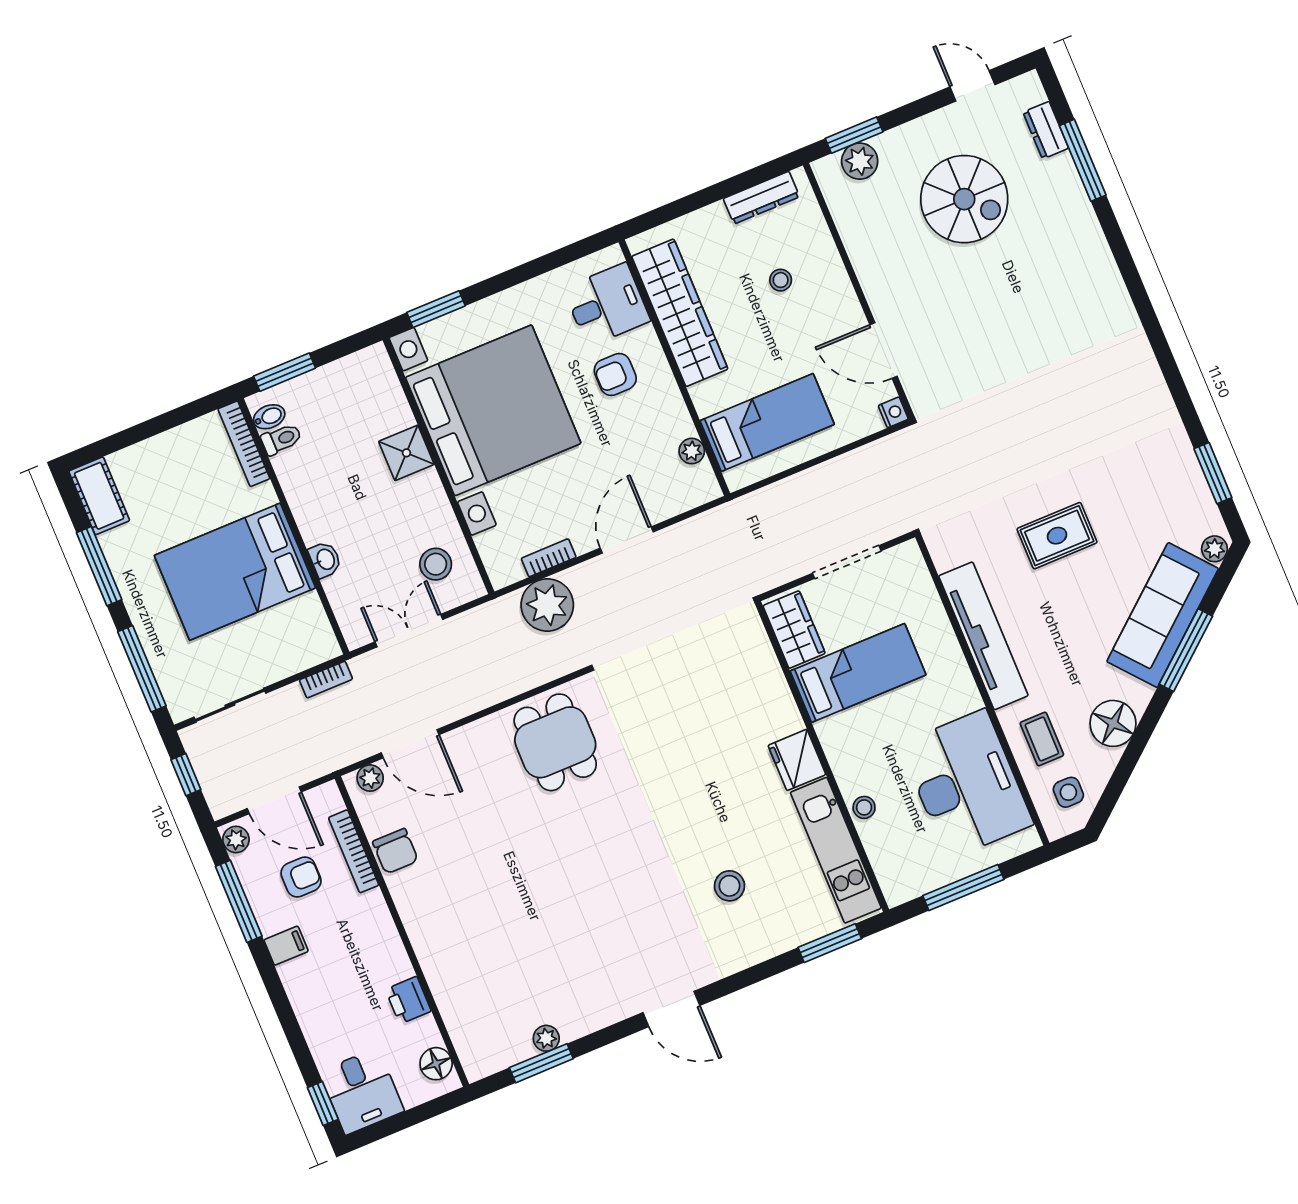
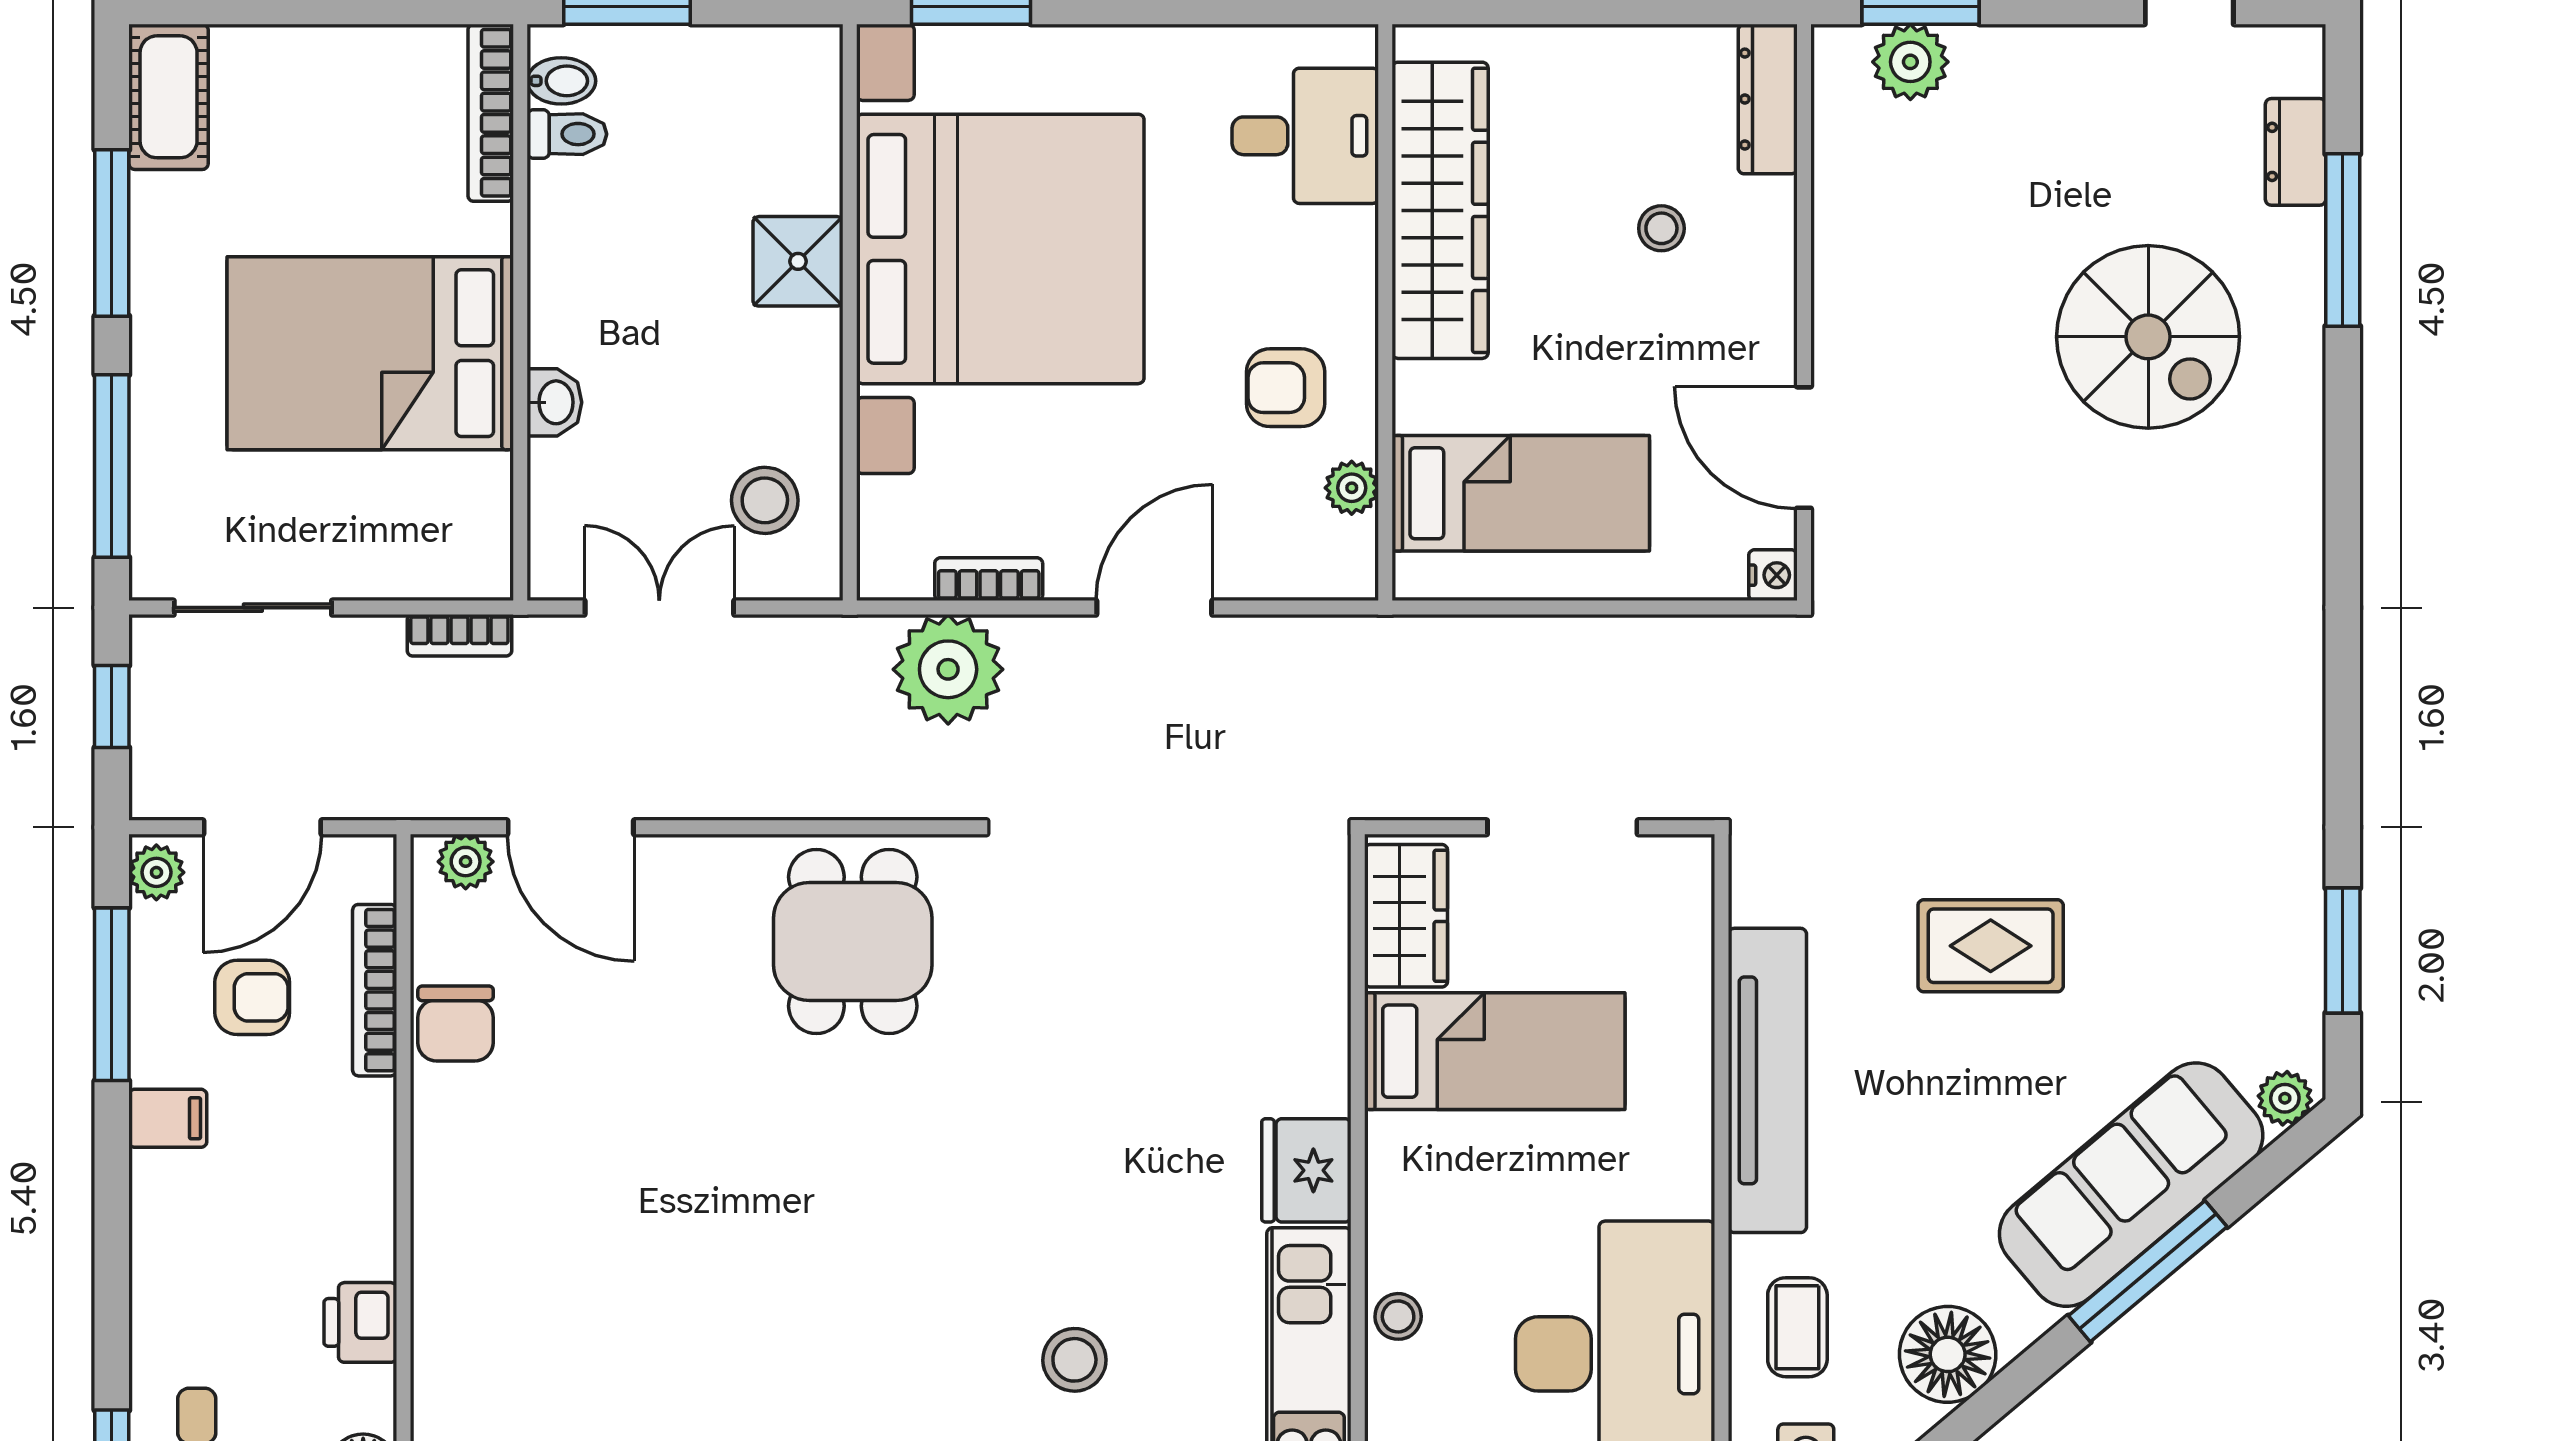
dresser: (761, 198) -> (1768, 99), moved, turned 90
spiral stairs: (964, 199) -> (2148, 337), moved
armchair: (615, 374) -> (1286, 388), moved
door: (274, 800) -> (262, 827), hinge flipped

